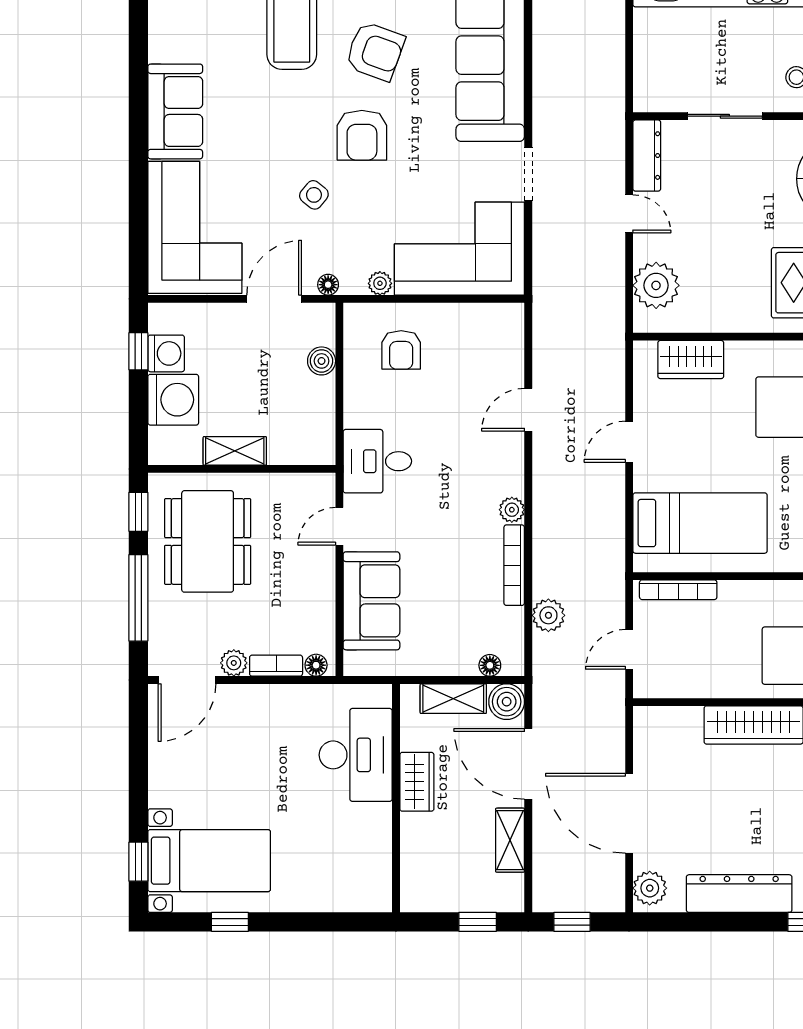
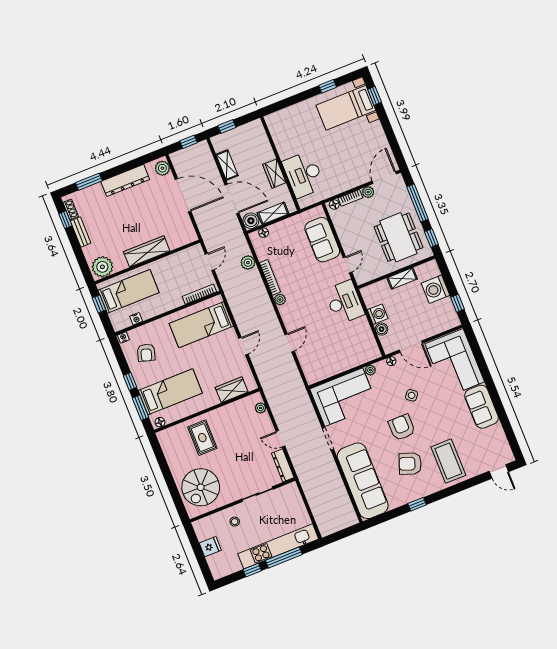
plant: (656, 285) -> (260, 408), width x0.53, depth x0.53
door: (274, 299) -> (411, 347), hinge flipped
armchair: (401, 350) -> (351, 346), removed
washing machine: (166, 353) -> (378, 314), moved, turned 180
desk: (377, 461) -> (344, 302), width x1.37

